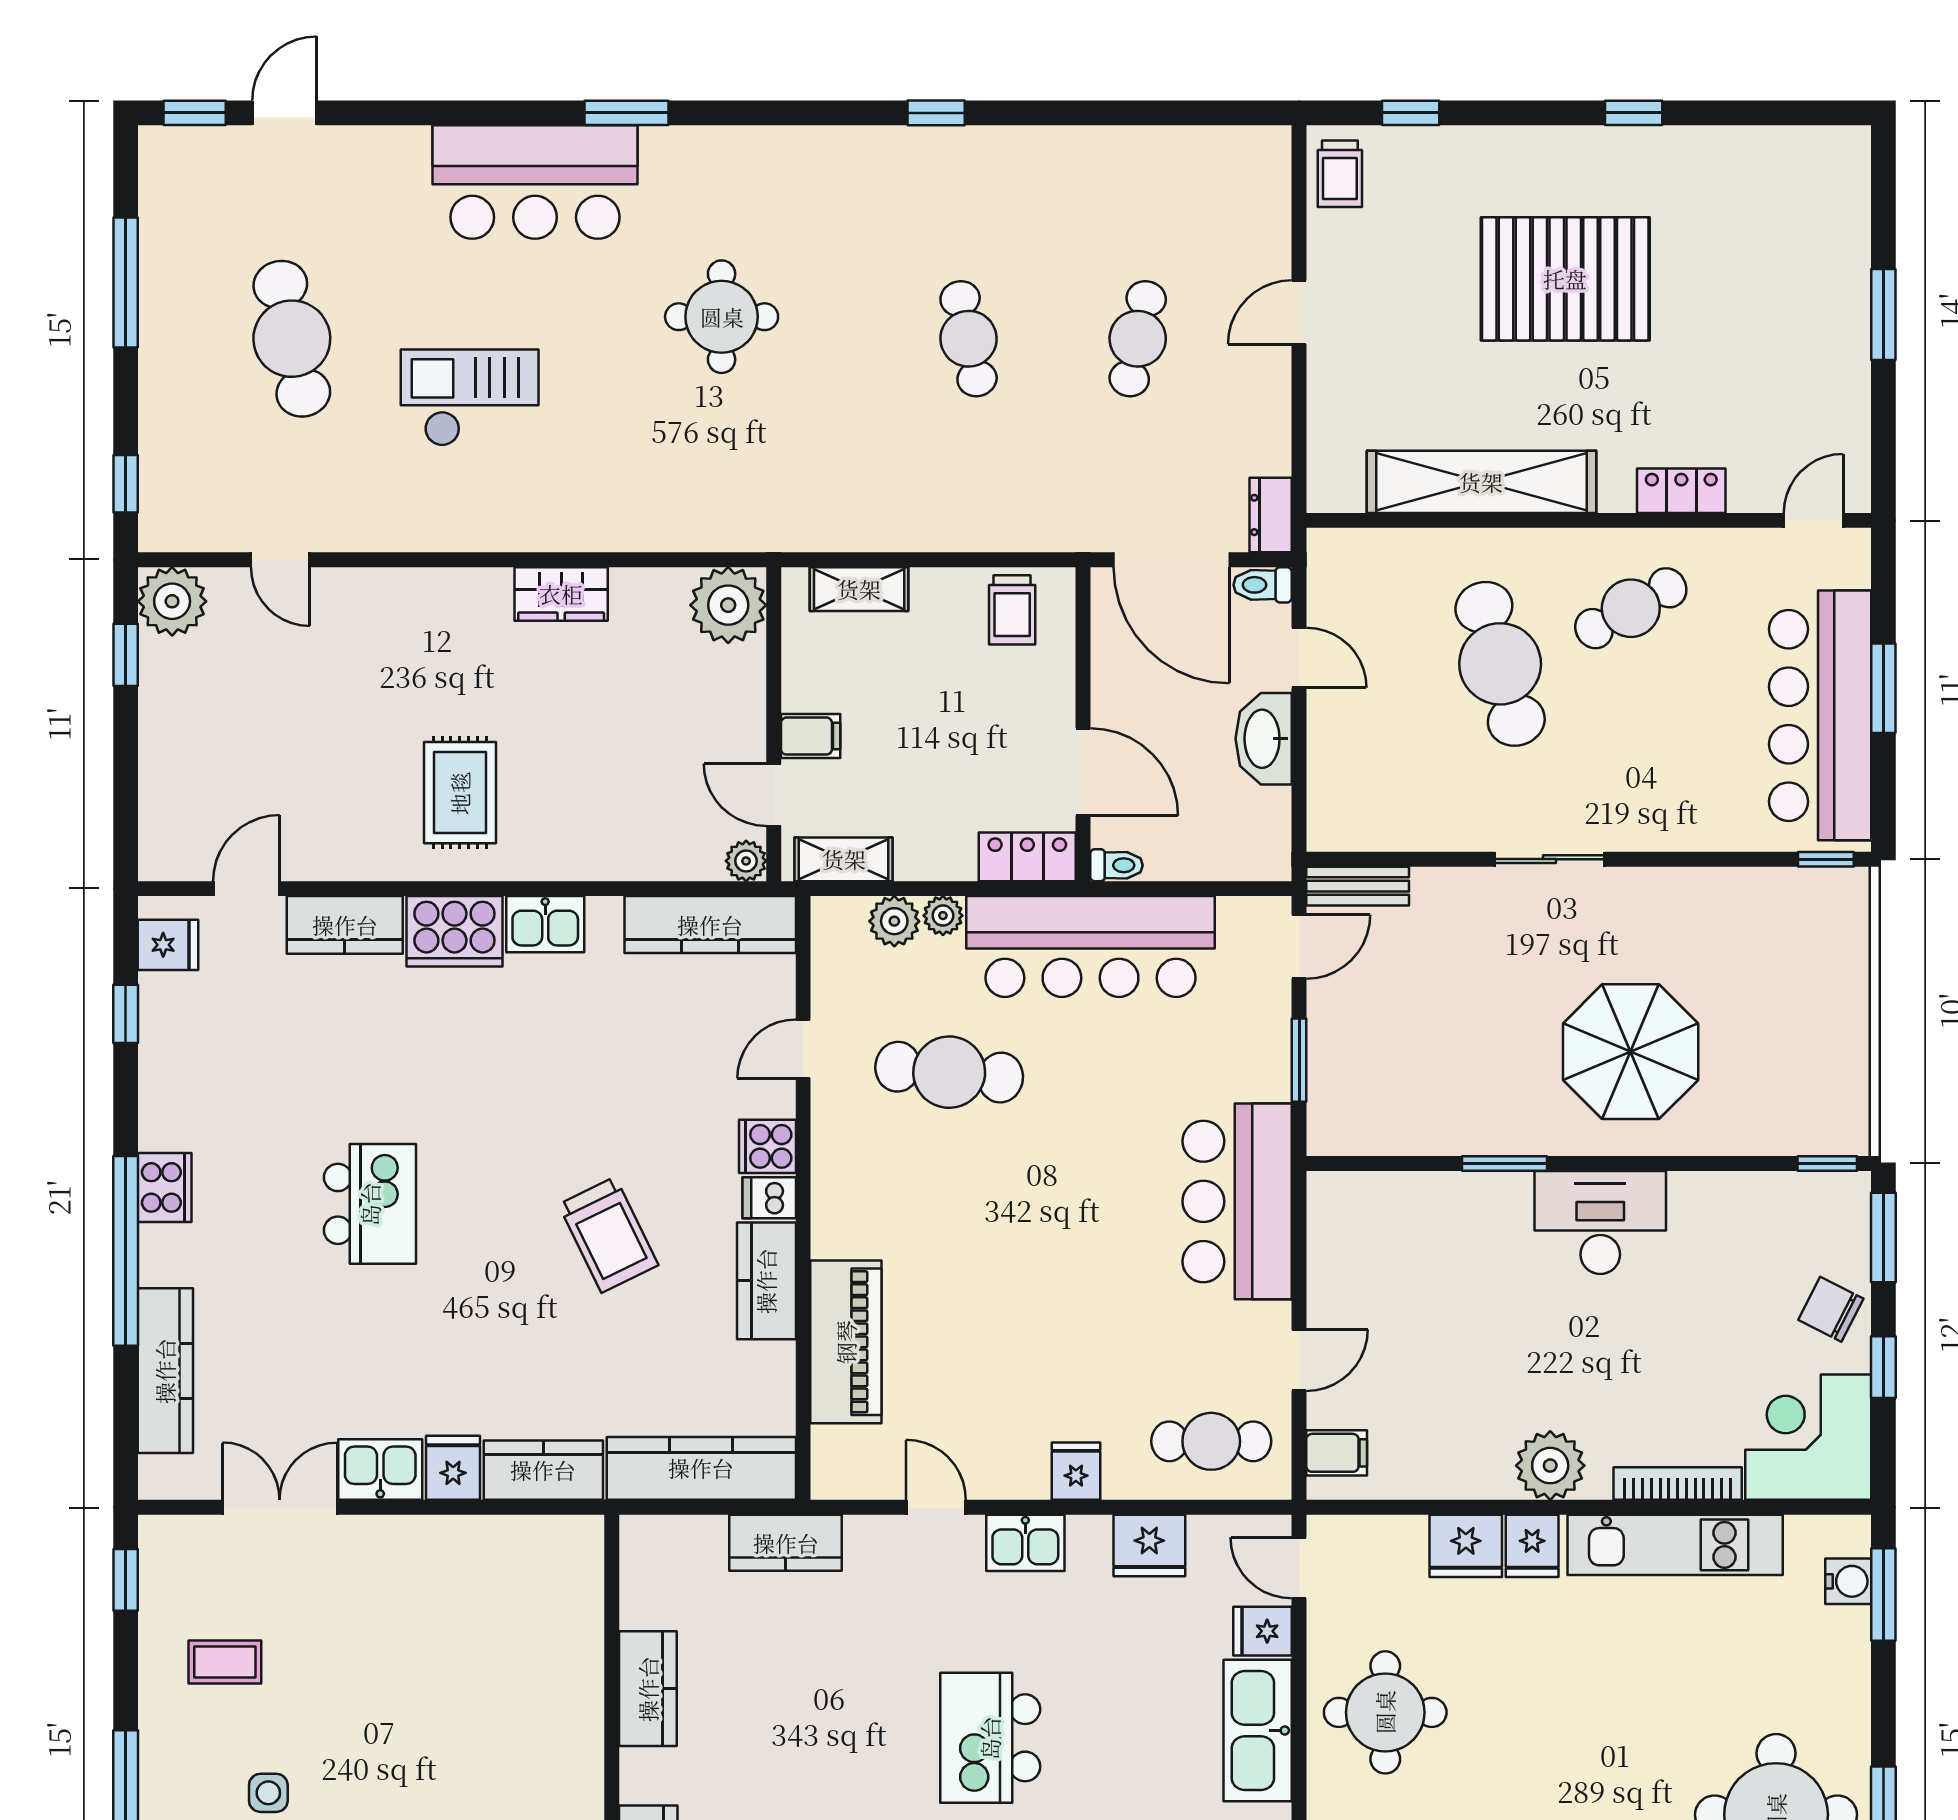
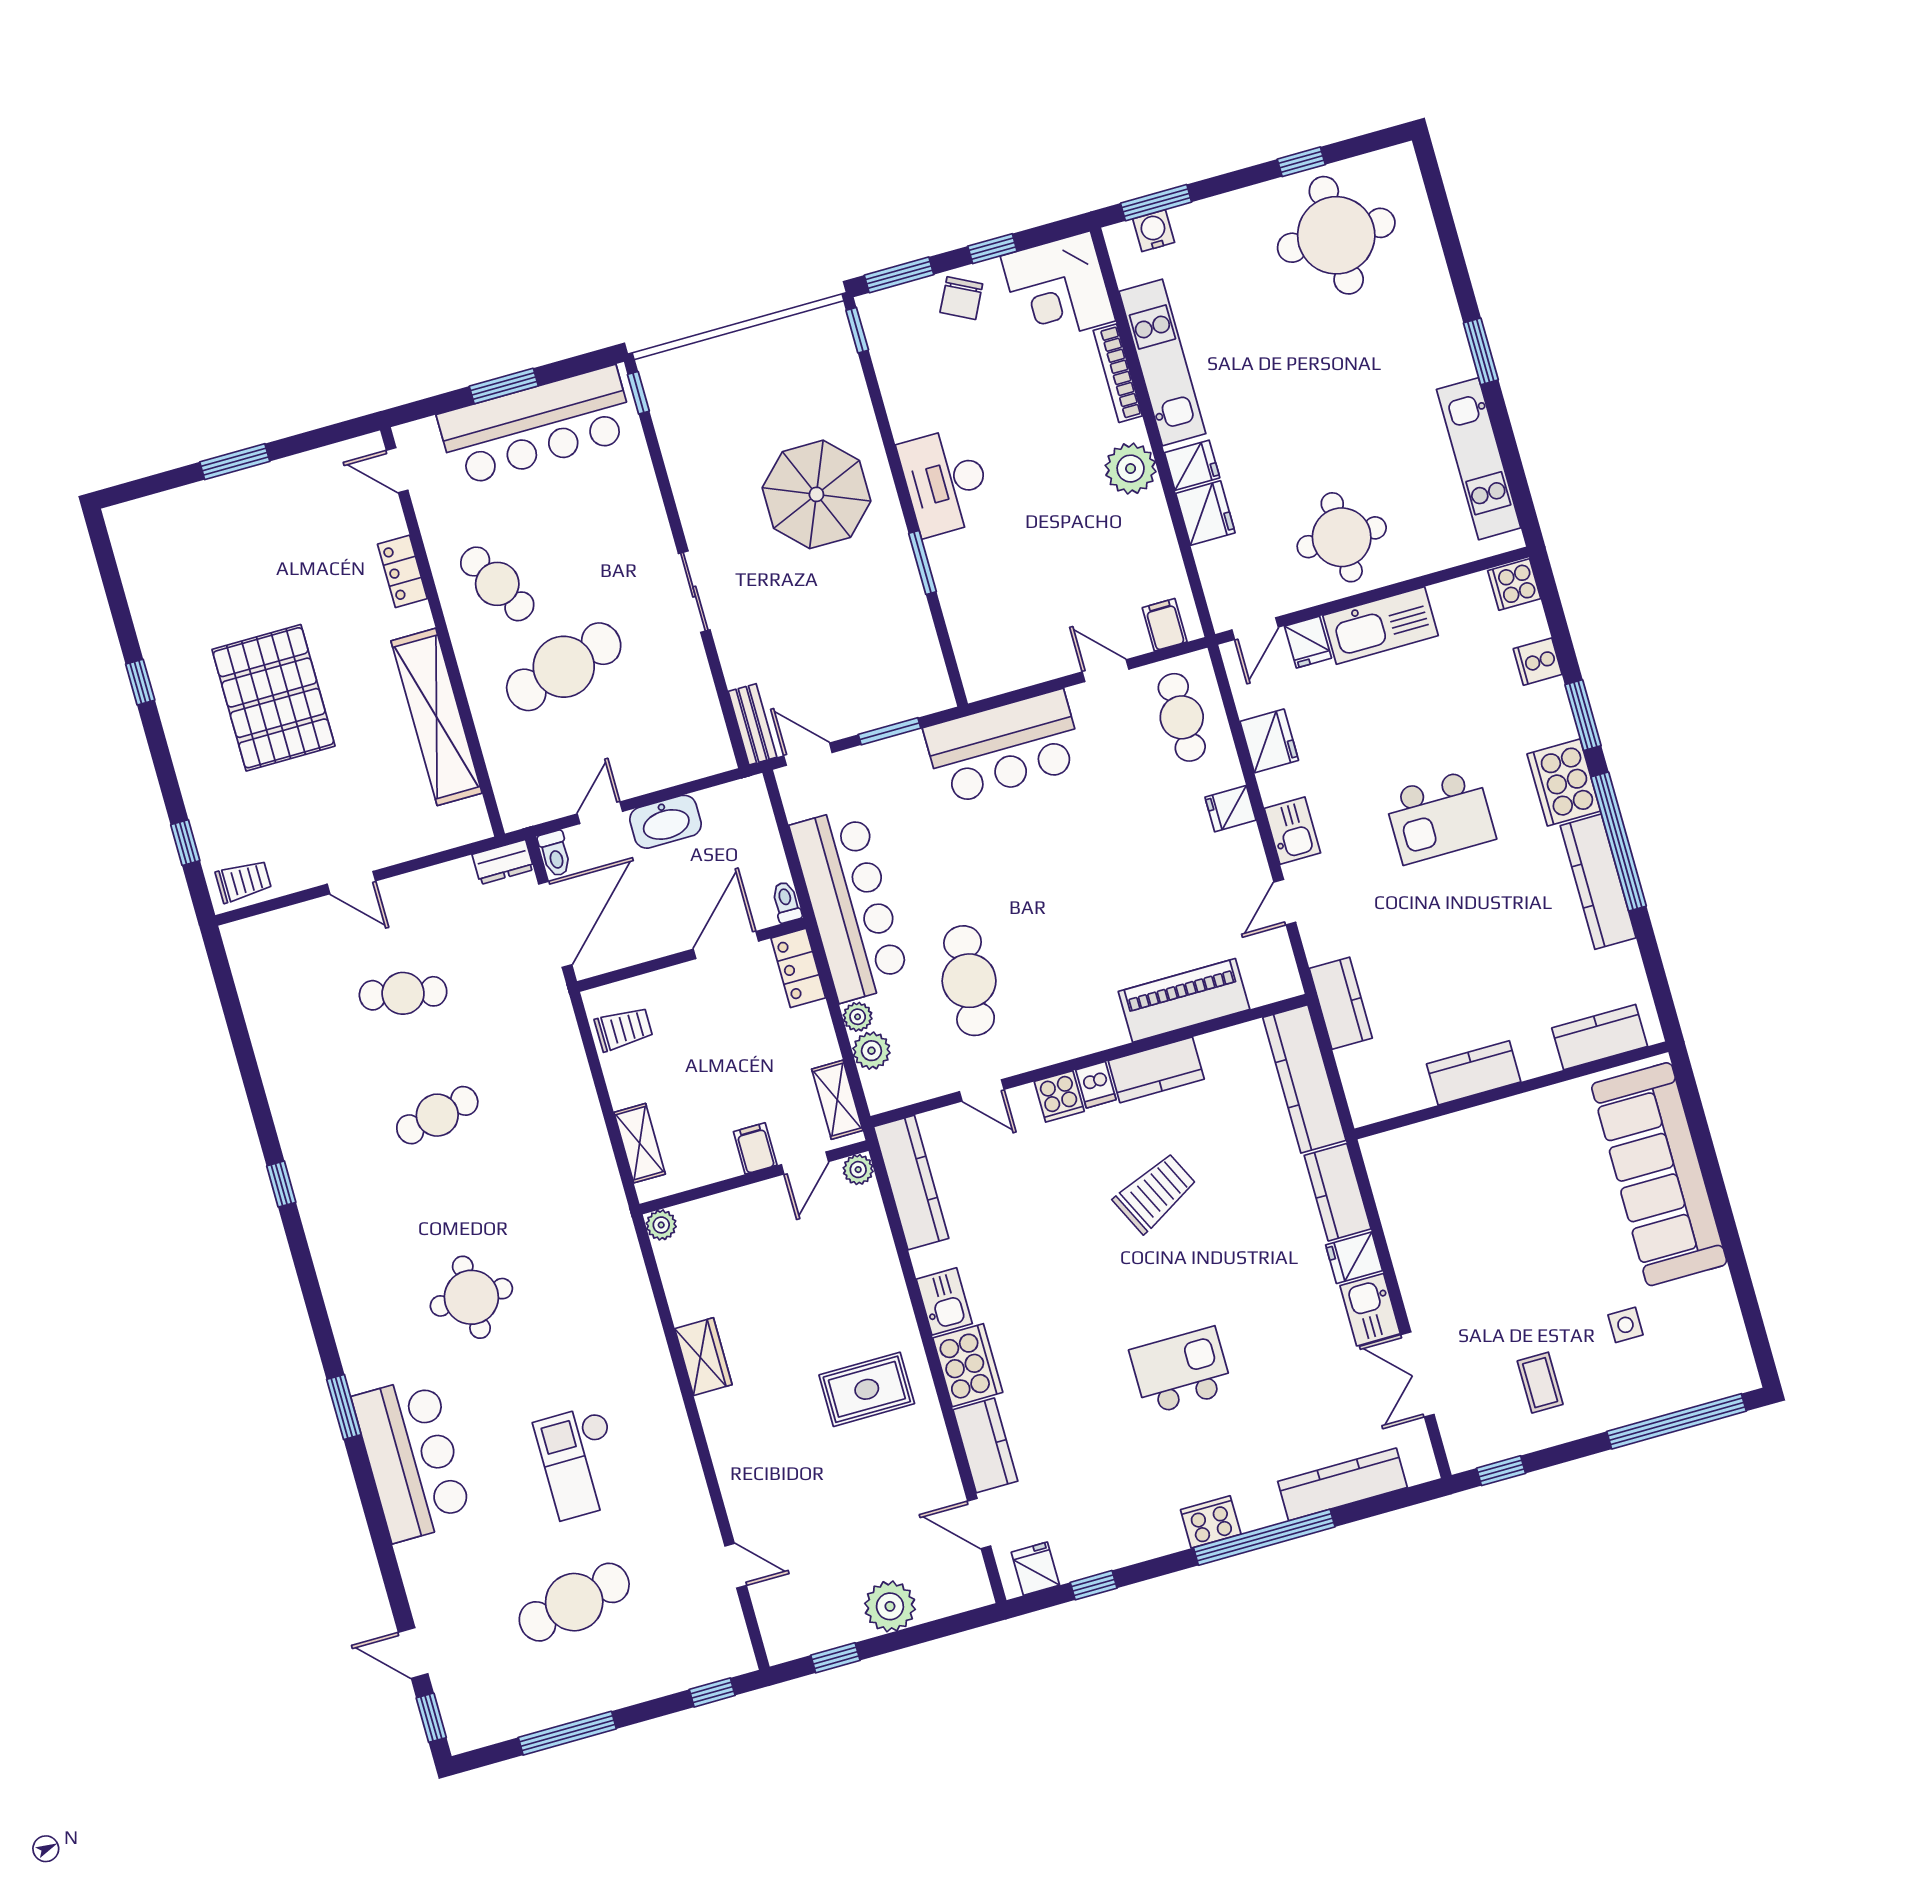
door: (280, 560) -> (736, 1566), hinge flipped
plant: (172, 601) -> (890, 1606), moved
plant: (728, 605) -> (661, 1225), width x0.53, depth x0.53

